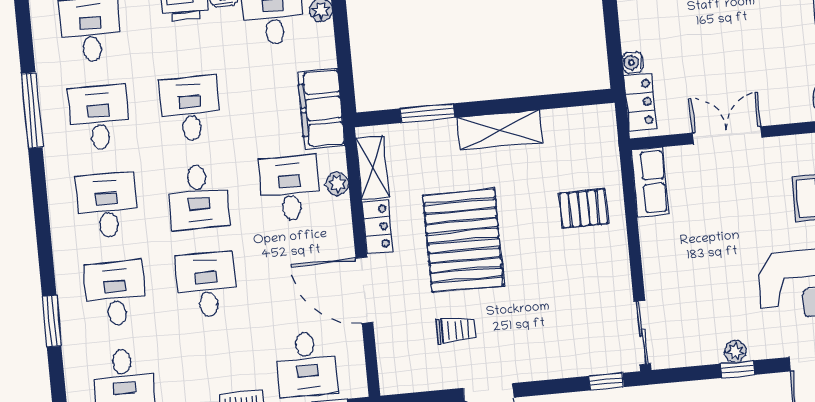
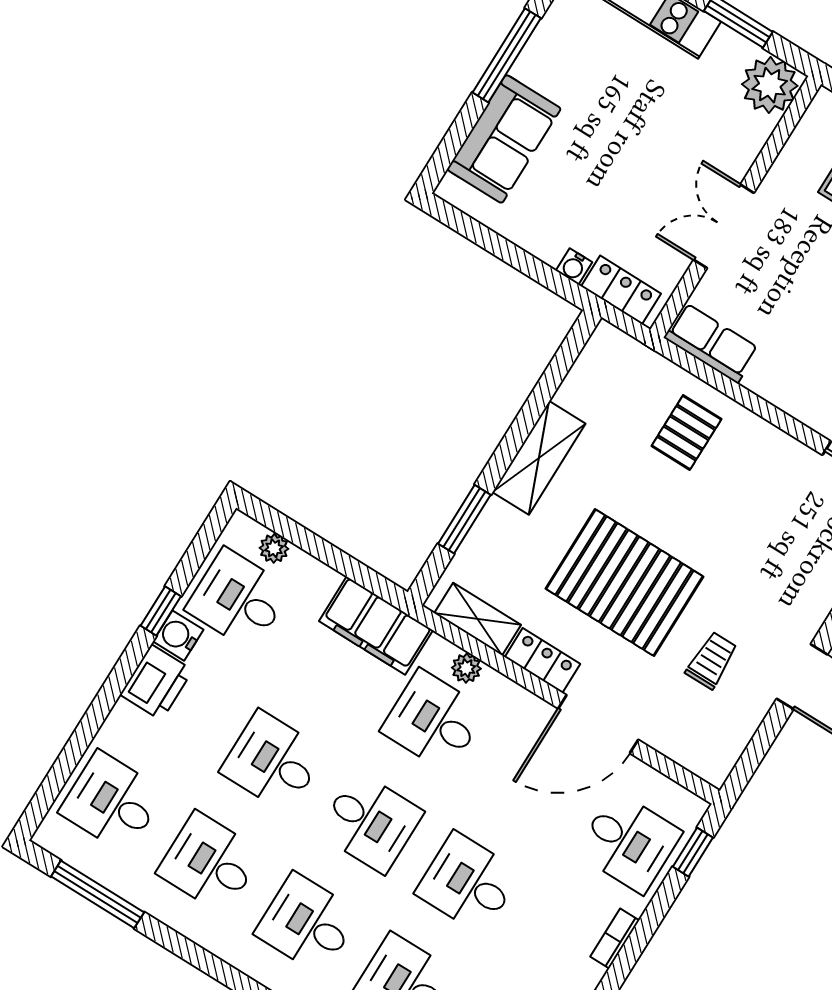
window: (32, 110) -> (98, 894), moved

